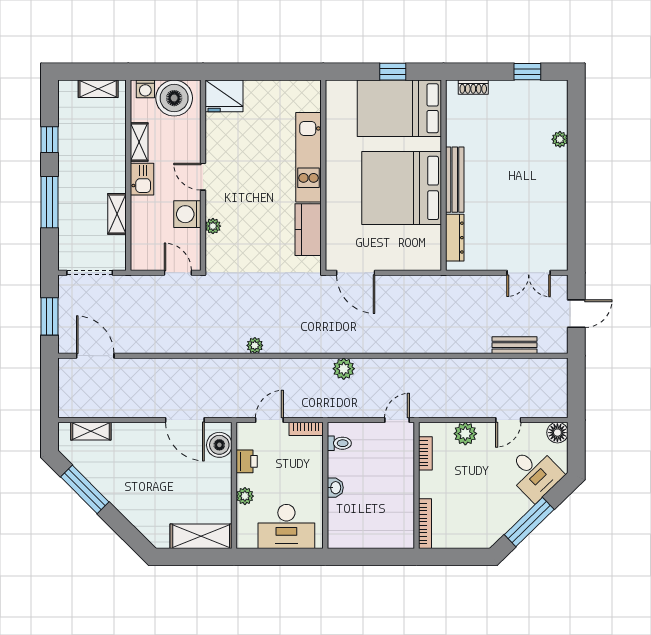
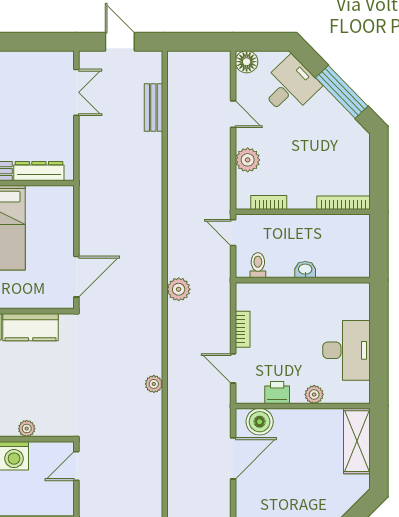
toilet: (339, 443) -> (258, 265), moved
wall: (325, 485) -> (303, 280), moved
washbasin: (335, 488) -> (305, 270), moved

